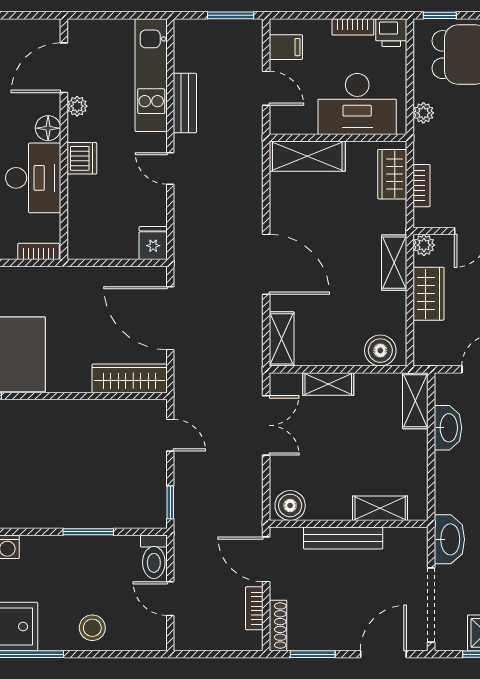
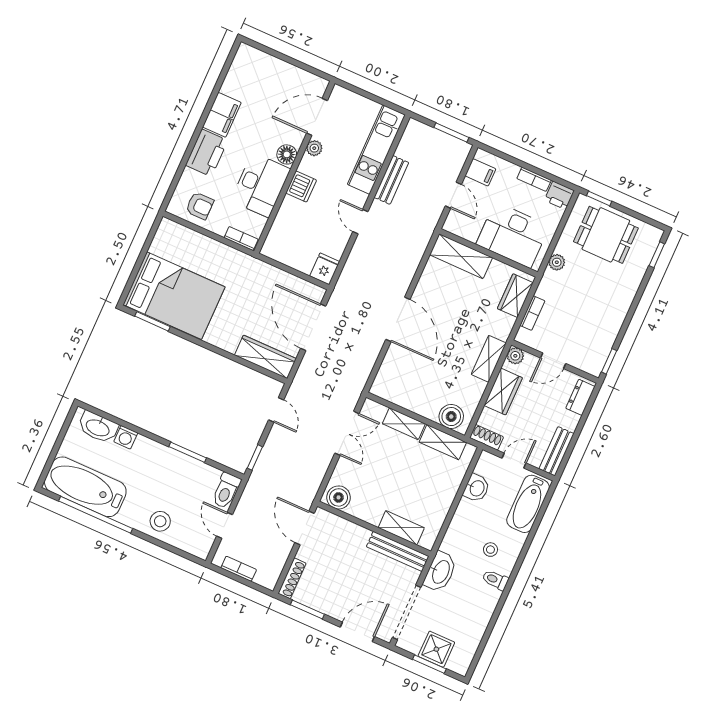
shelving: (282, 339) -> (385, 377), removed
shoe rack: (433, 356) -> (486, 437), added
shelving: (415, 401) -> (443, 442), moved, turned 90
washbasin: (448, 428) -> (477, 488), width x0.72
bench: (343, 538) -> (398, 551), moved
bookcase: (254, 608) -> (239, 569), moved, turned 90

